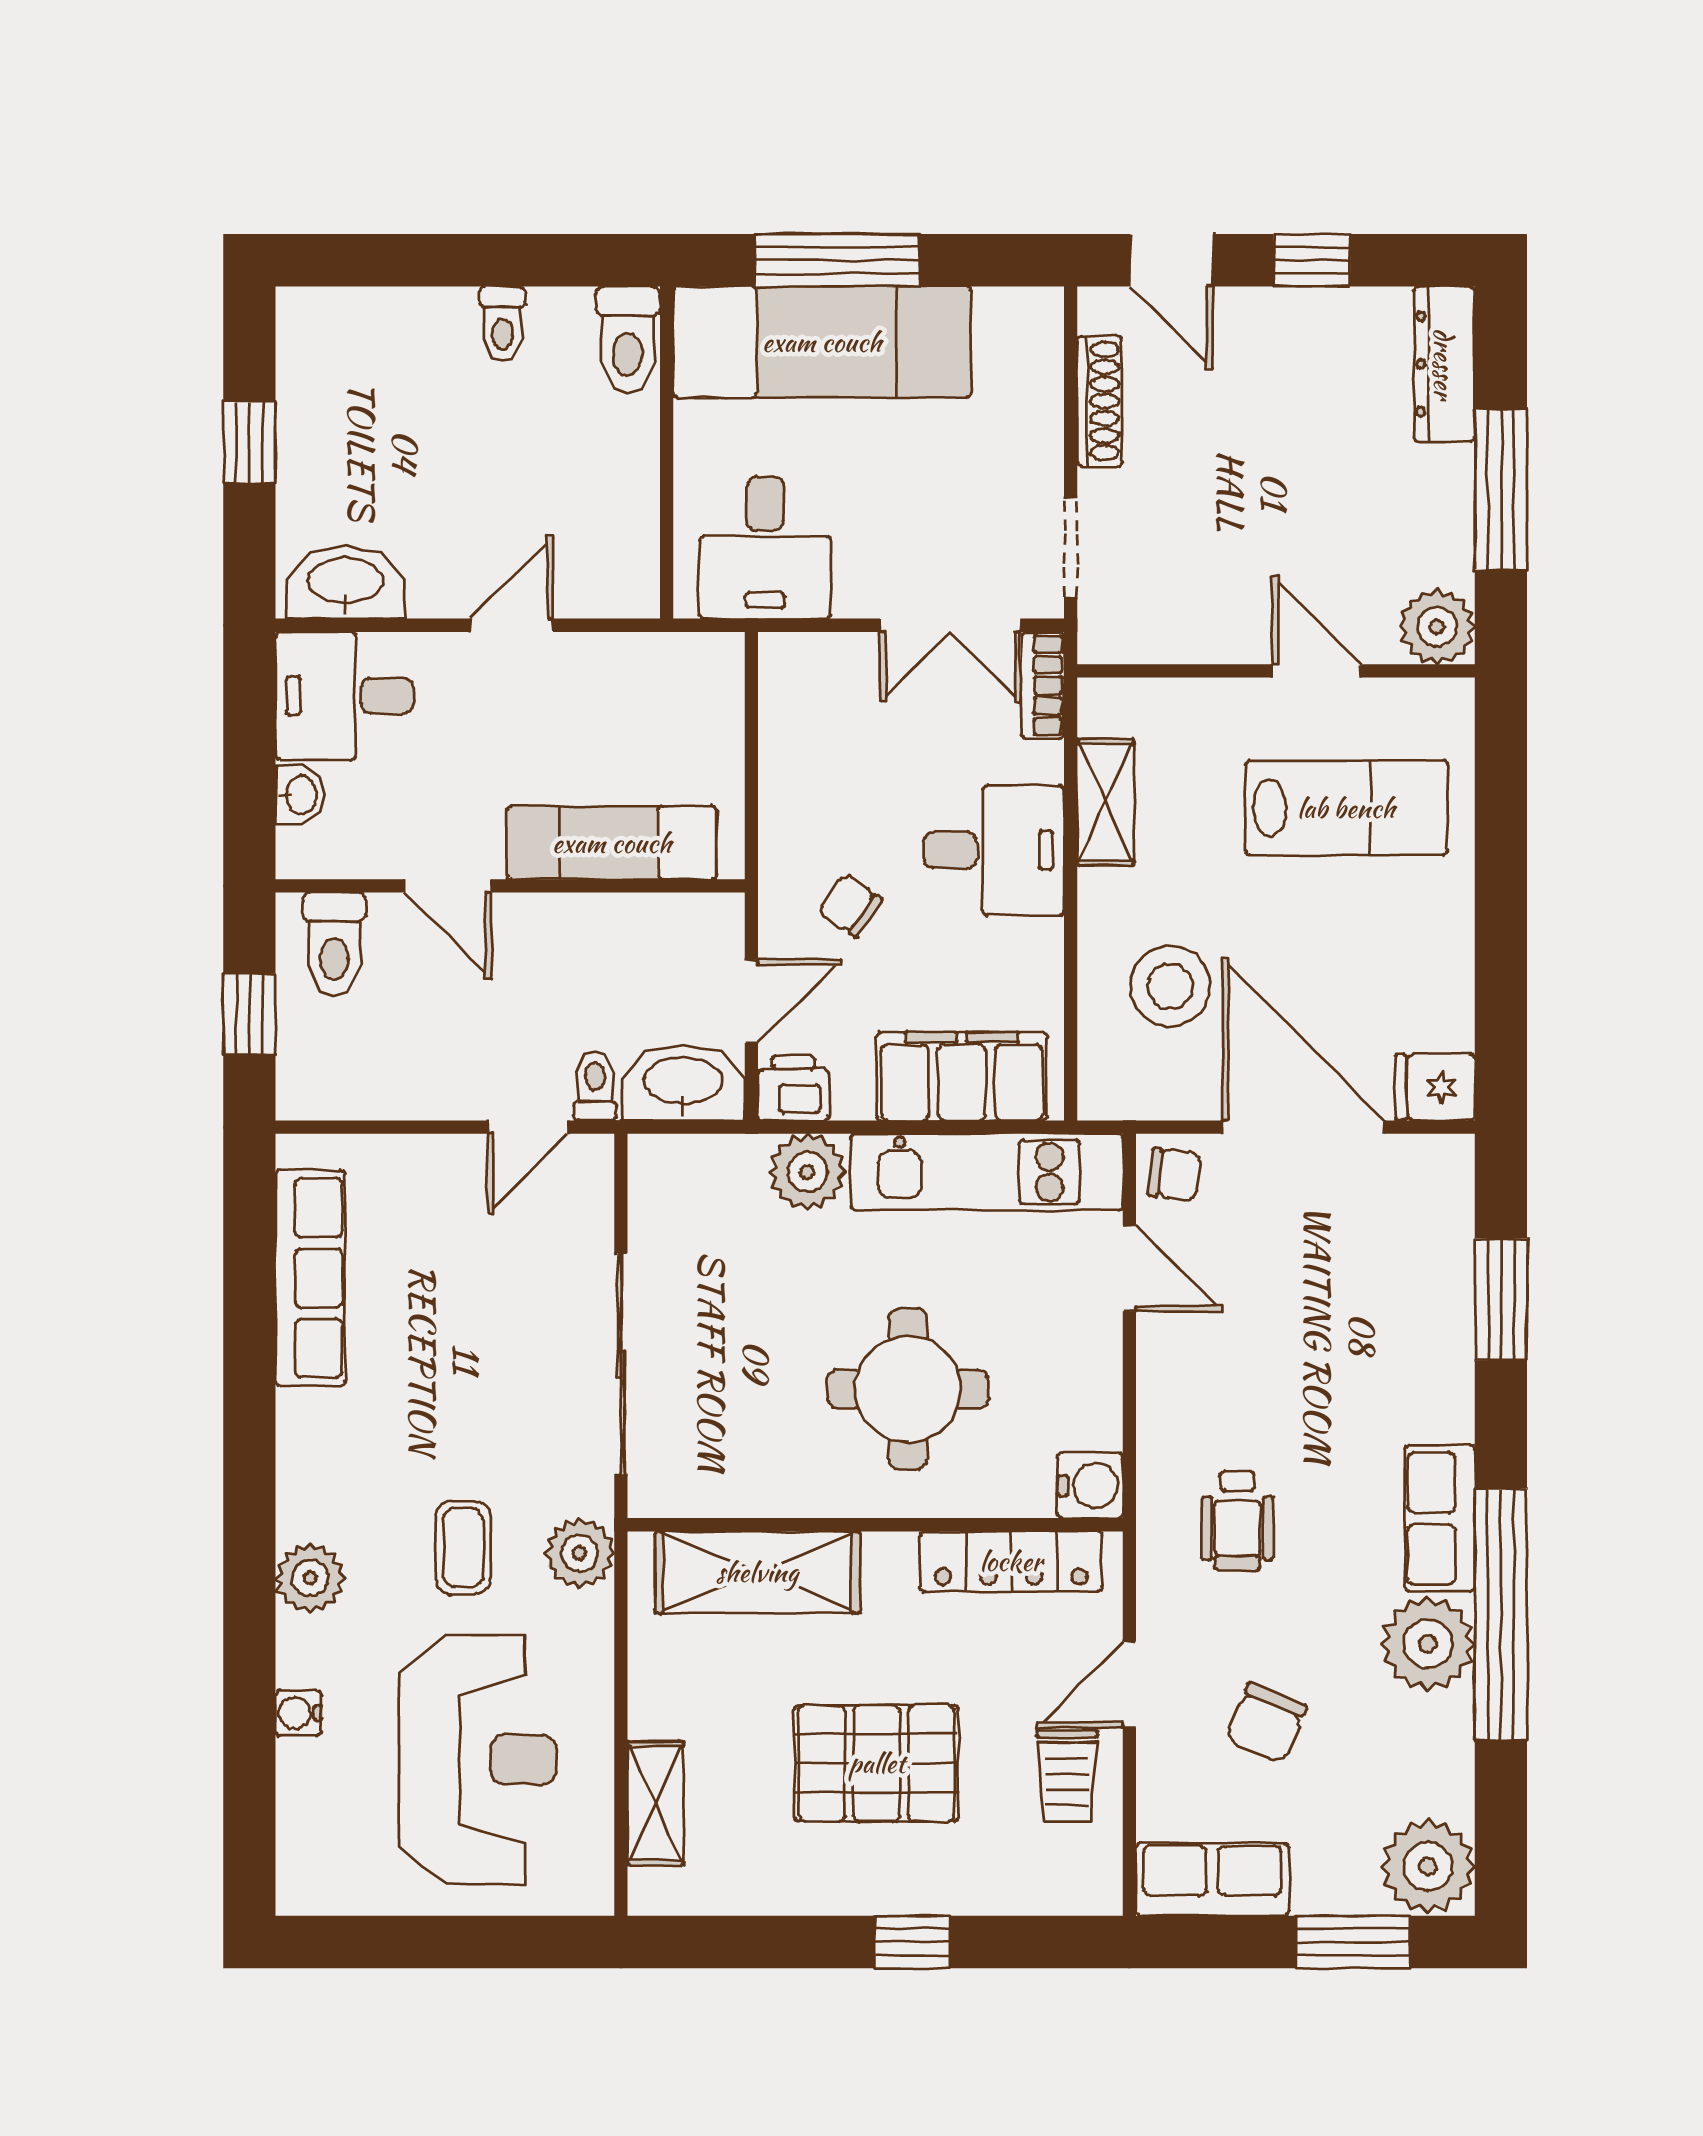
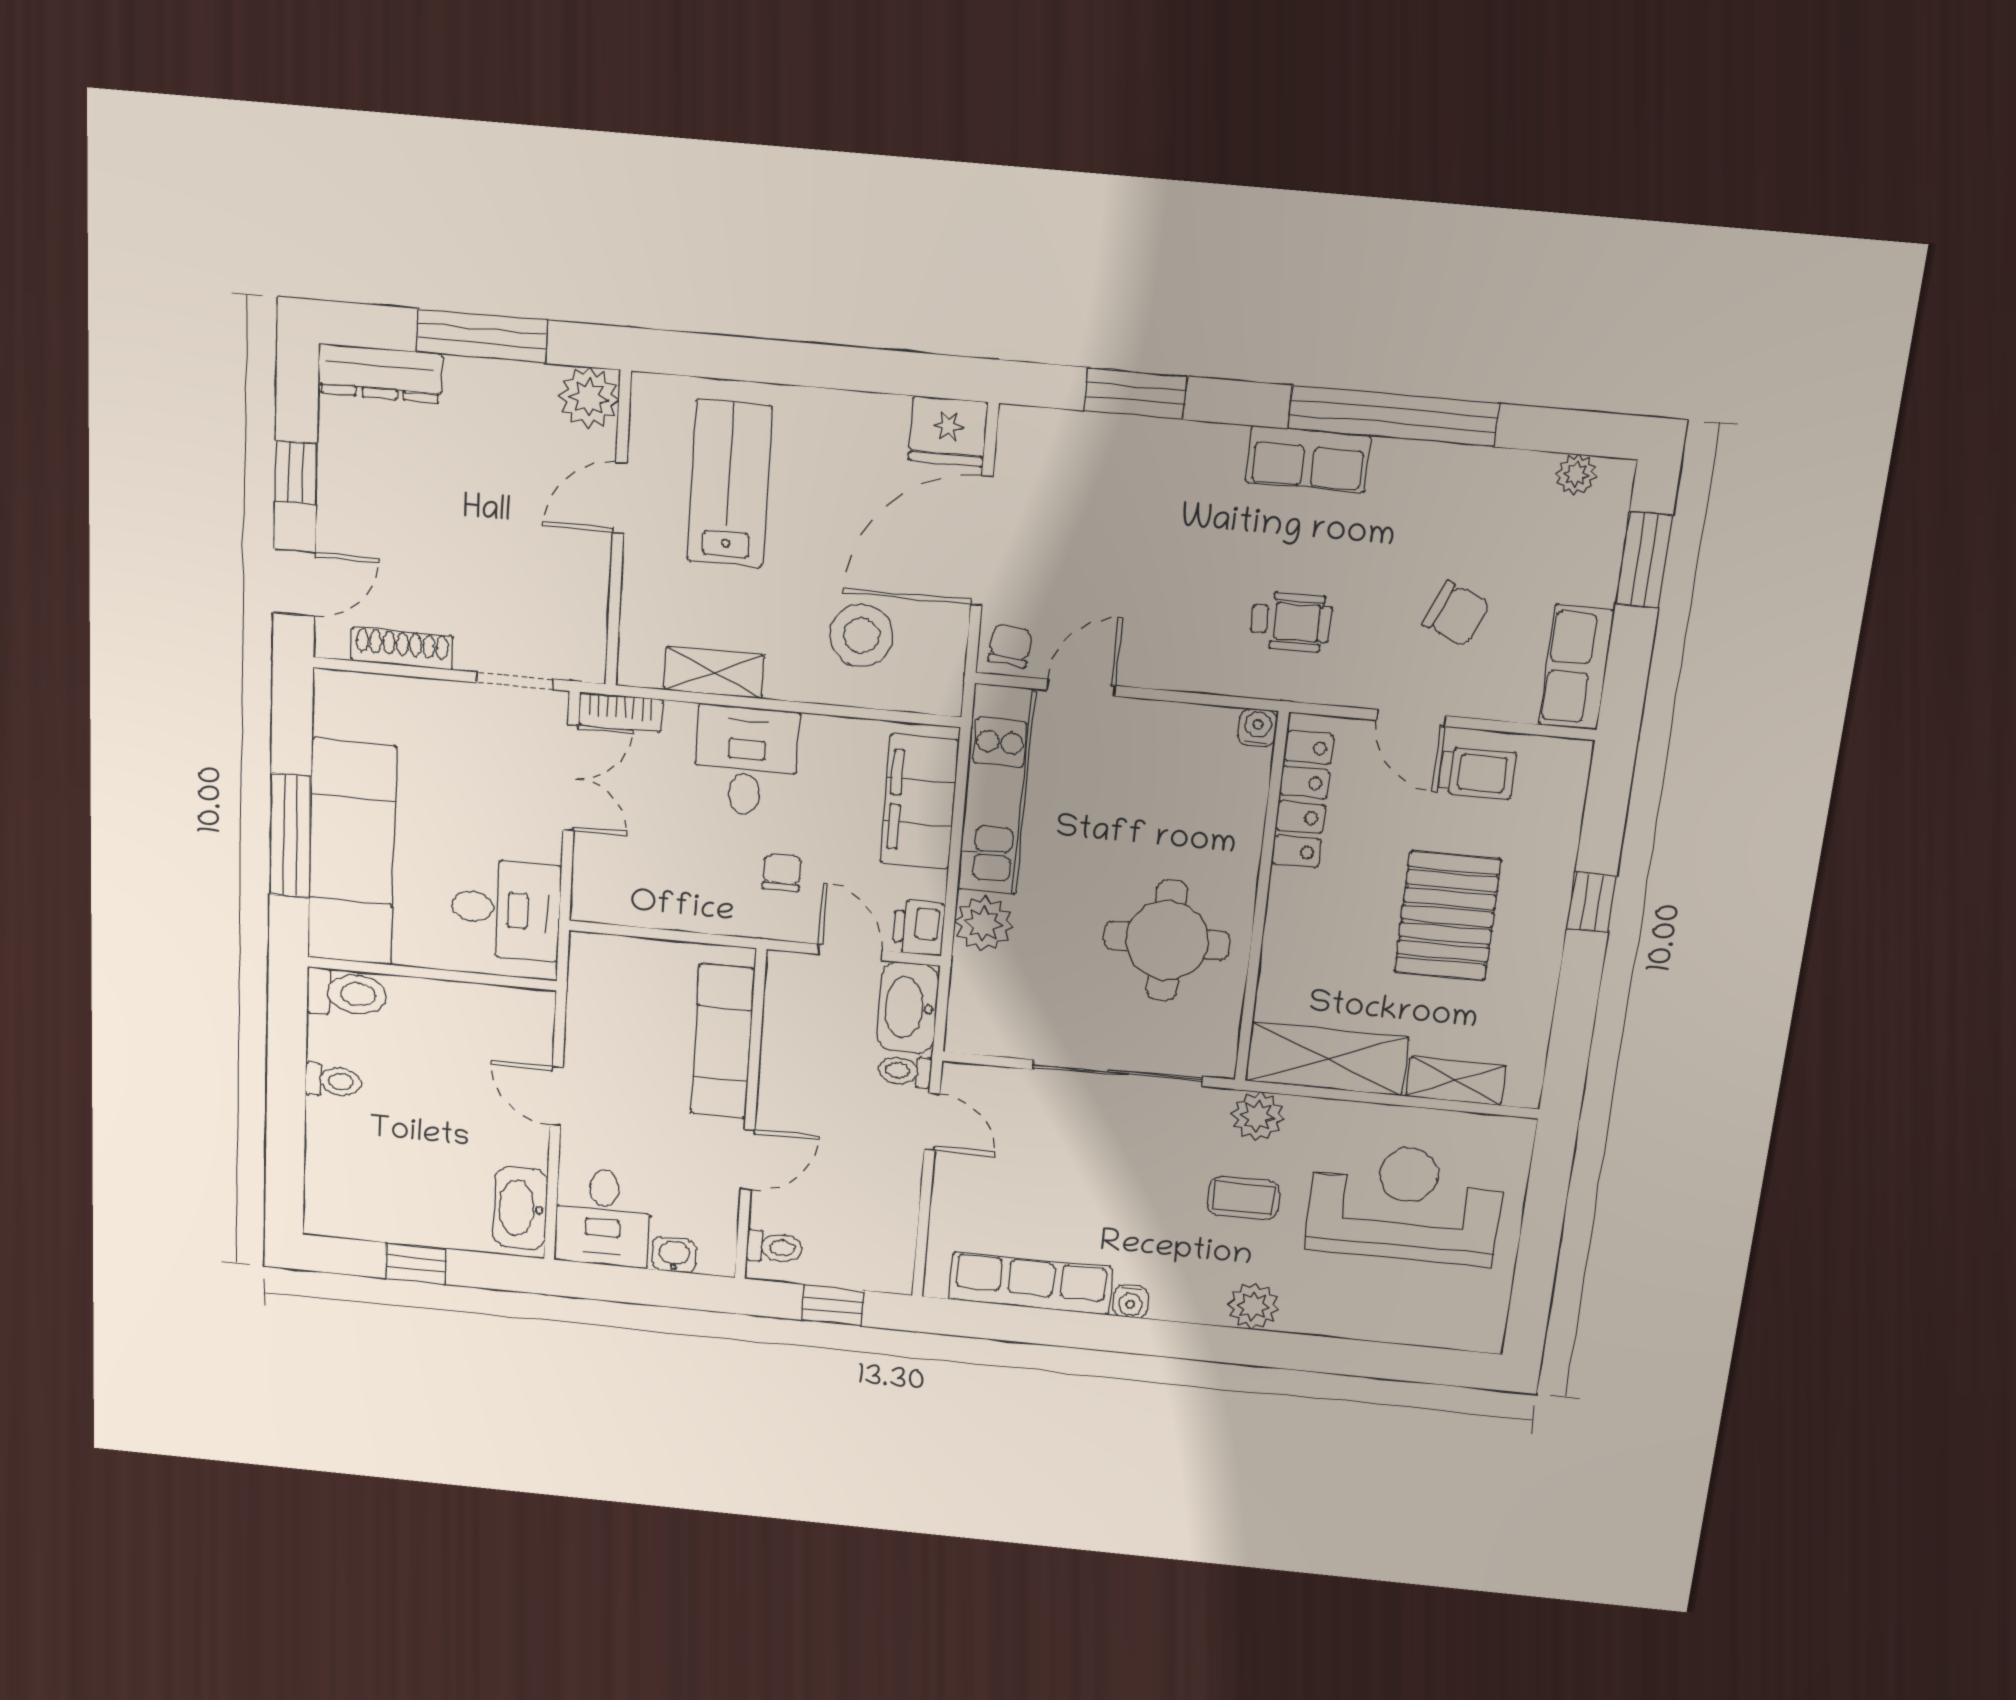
chair: (850, 905) -> (782, 873), turned 145
toilet: (334, 944) -> (774, 1247), width x0.73, depth x0.72
fridge: (1435, 1087) -> (948, 431), width x1.38
round table: (908, 1389) -> (1167, 940), moved
water cooler: (1090, 1486) -> (1258, 727), width x0.72, depth x0.72
shelving: (757, 1572) -> (1327, 1059), moved, turned 90
plant: (1428, 1644) -> (1409, 478), removed
water cooler: (298, 1713) -> (1130, 1302), moved
plant: (1428, 1867) -> (1576, 475), width x0.53, depth x0.53

